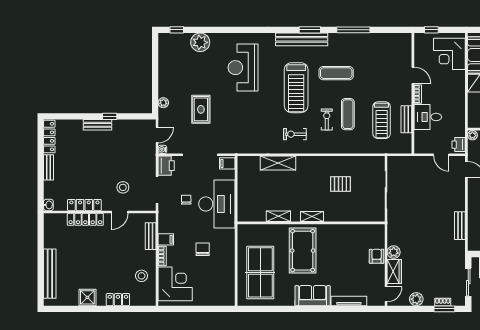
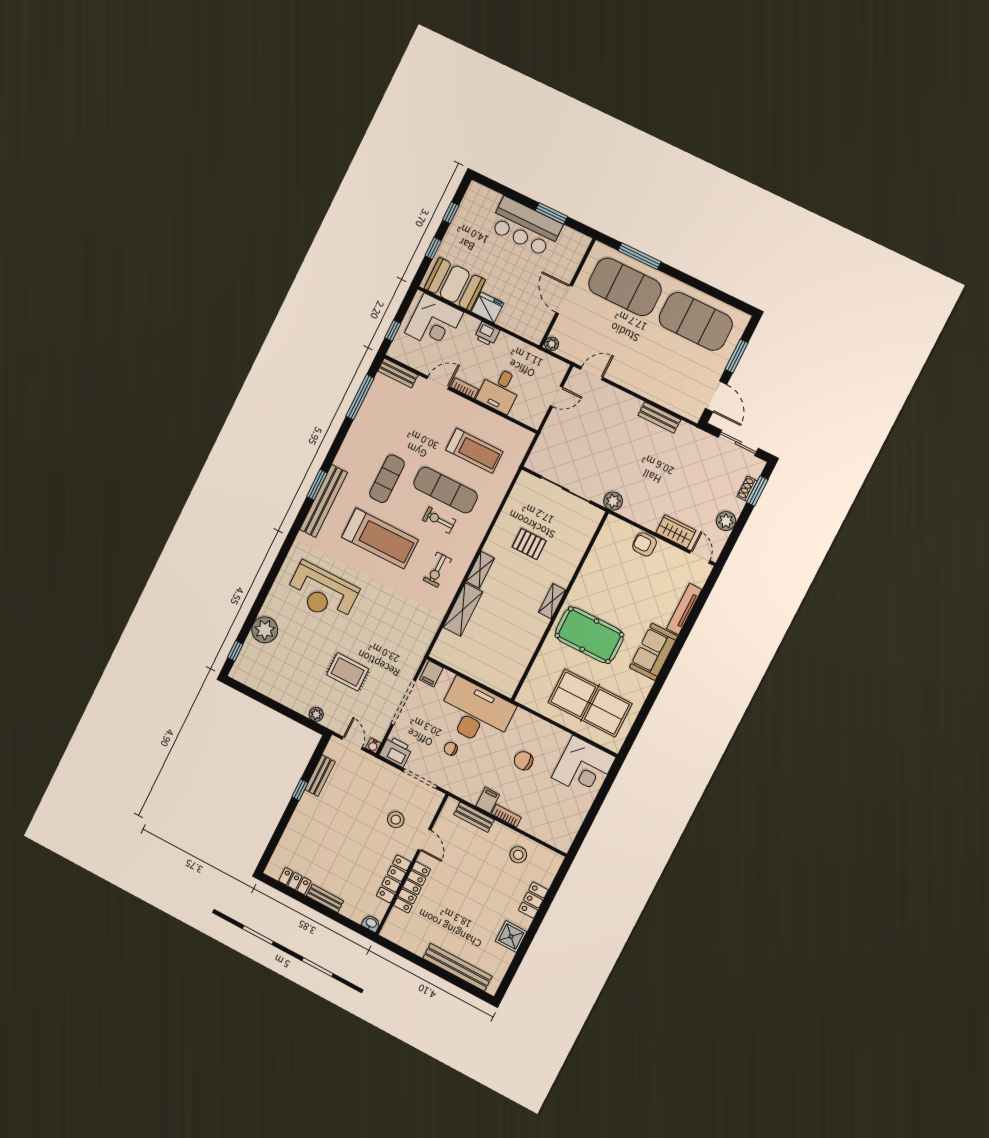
window: (353, 30) -> (360, 397), moved
exercise mat: (348, 114) -> (446, 490), width x1.36, depth x1.45
bench: (406, 119) -> (398, 373), moved
bench: (97, 125) -> (320, 776), moved
locker: (49, 137) -> (295, 881), width x0.66
printer: (459, 145) -> (487, 334), moved
pallet: (340, 184) -> (529, 544), turned 90
shelving: (278, 216) -> (480, 570), moved
plant: (394, 252) -> (613, 501), moved
corner desk: (175, 284) -> (584, 767), moved, turned 180

